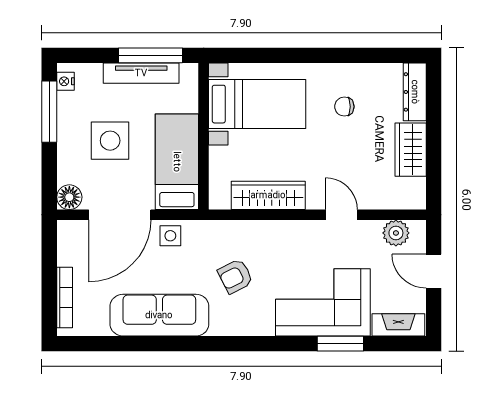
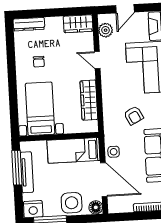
nightstand: (65, 81) -> (33, 209), width x1.89, depth x1.79
side table: (110, 141) -> (72, 203), moved
wardrobe: (411, 150) -> (78, 24), moved
door: (342, 215) -> (97, 60), hinge flipped

